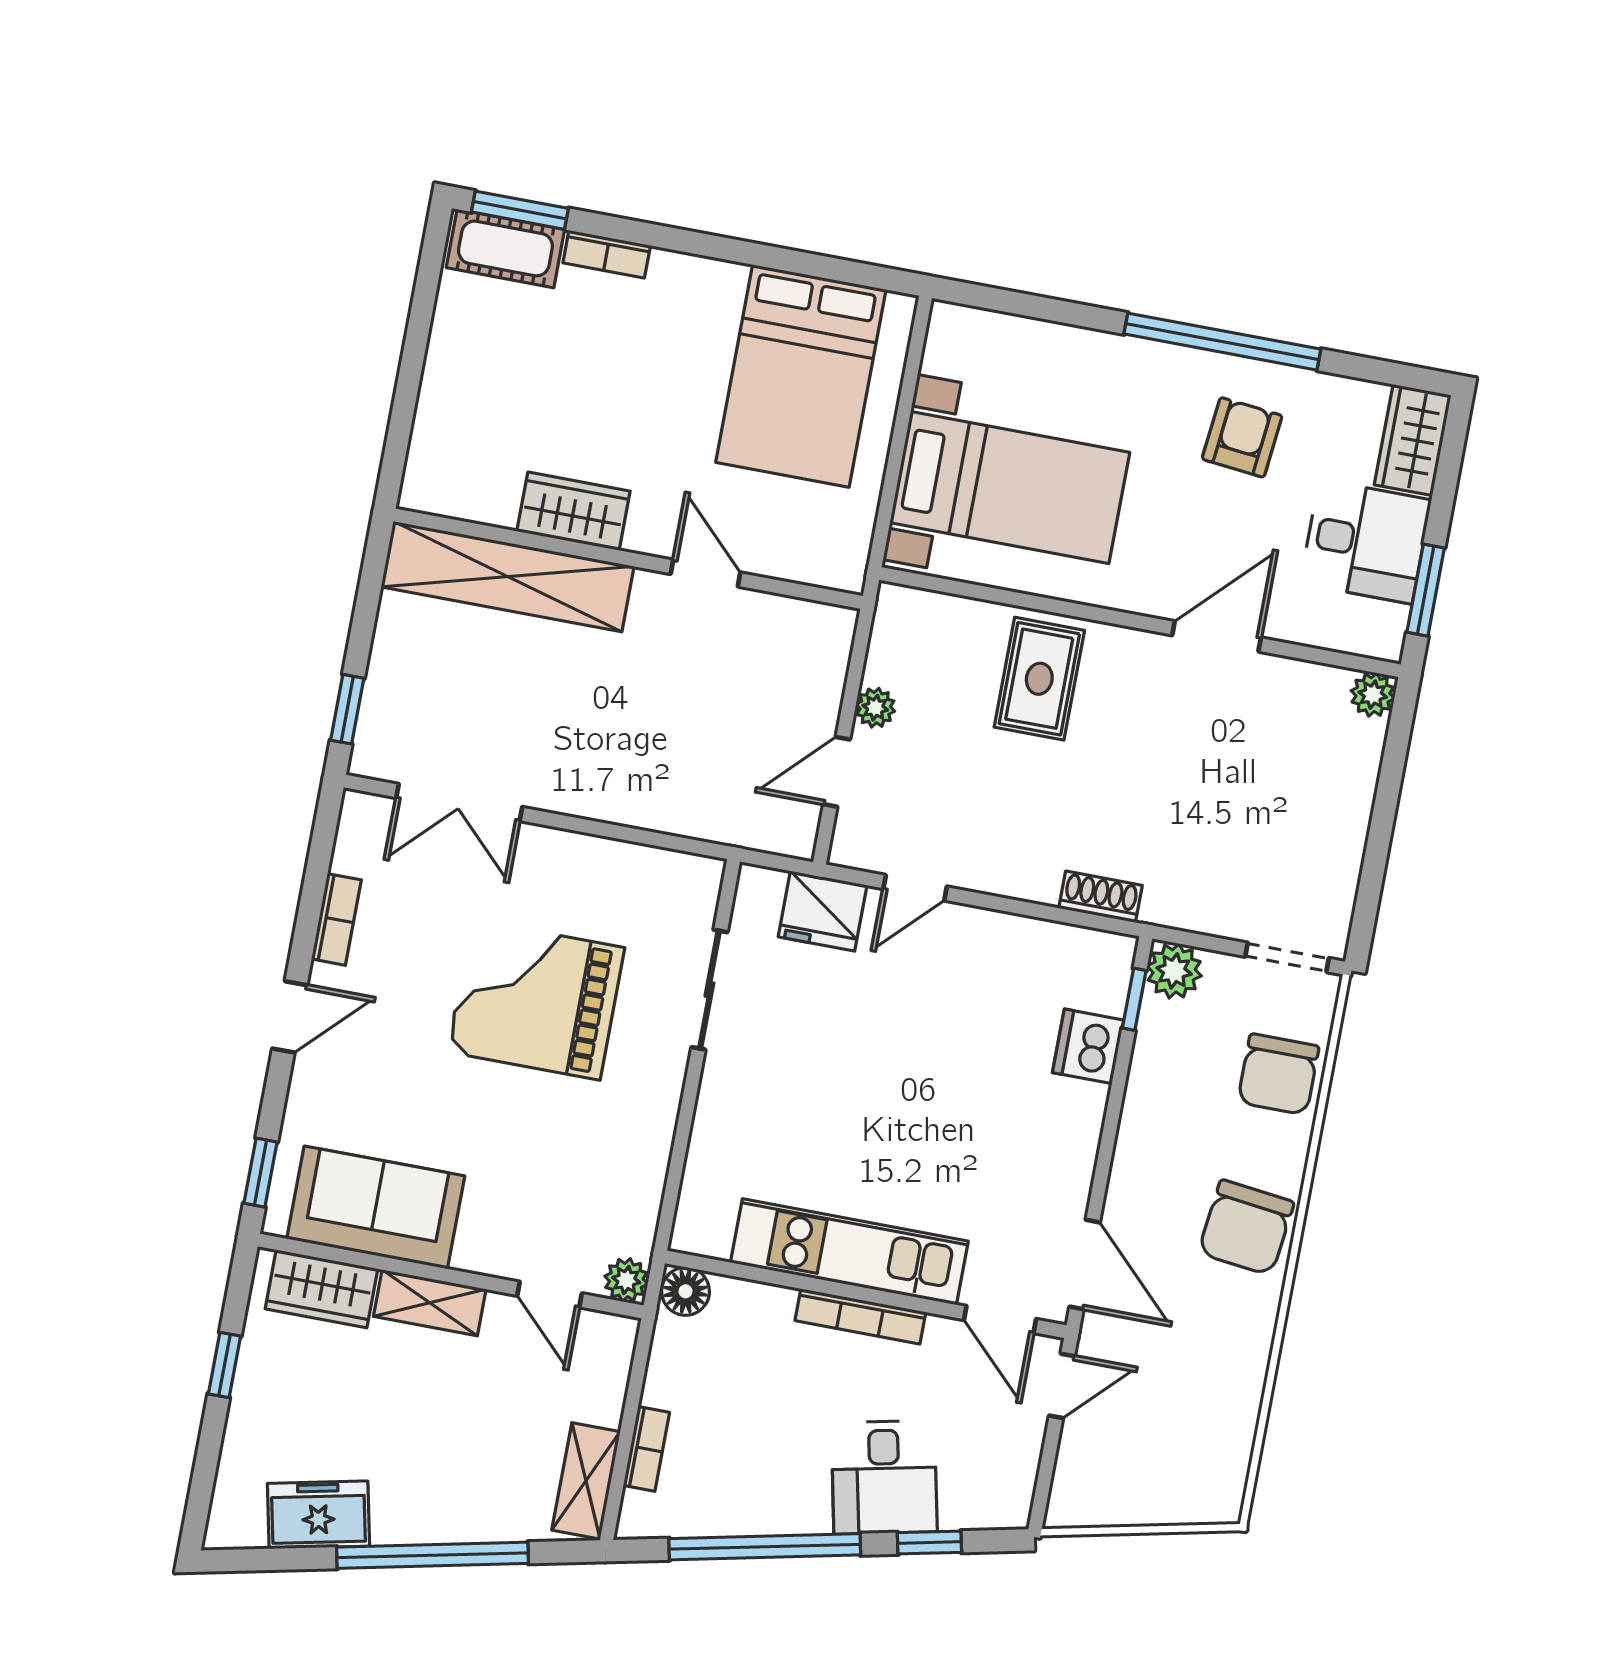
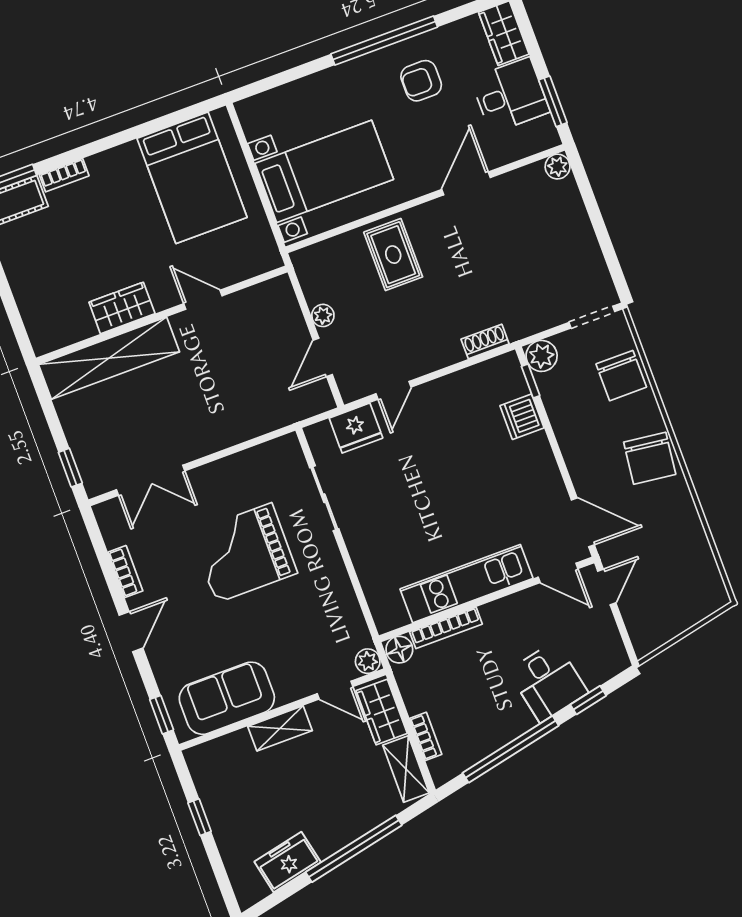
armchair: (1242, 437) -> (421, 81), turned -96
wardrobe: (321, 1289) -> (382, 712), moved, turned 90
bookcase: (860, 1316) -> (446, 628), moved

